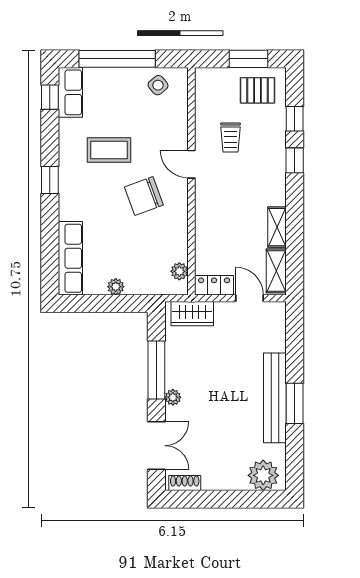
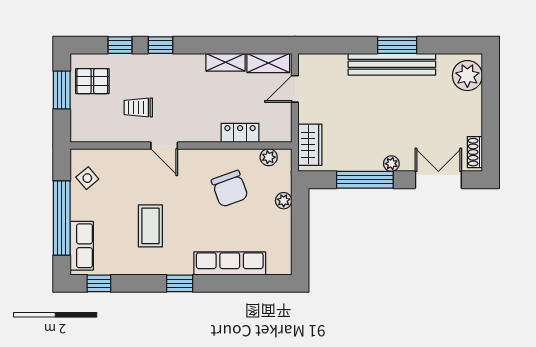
pallet: (258, 90) -> (92, 81), turned 90
row of seats: (70, 92) -> (82, 246), moved, turned 90
trolley: (231, 137) -> (138, 107), turned 180
door: (191, 164) -> (164, 146), hinge flipped
chair: (144, 196) -> (230, 189), moved
row of seats: (70, 258) -> (230, 263), moved
locker: (214, 285) -> (240, 133), moved, turned 90
plant: (116, 287) -> (284, 201), moved

